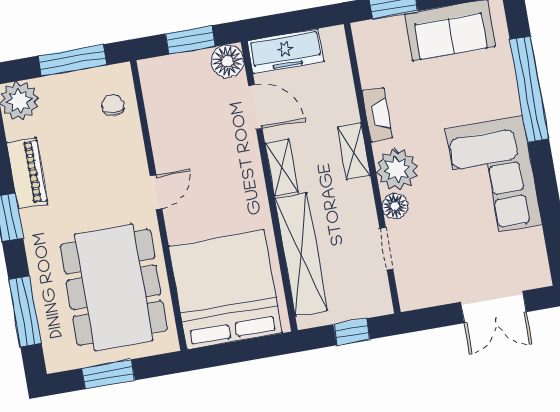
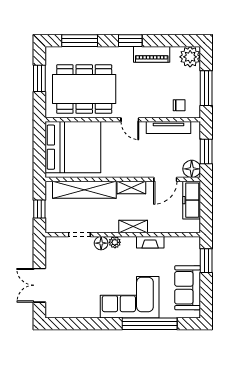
tv unit: (158, 118) -> (168, 127), added
plant: (397, 169) -> (115, 242), width x0.53, depth x0.53
corner sofa: (494, 177) -> (130, 297), moved

